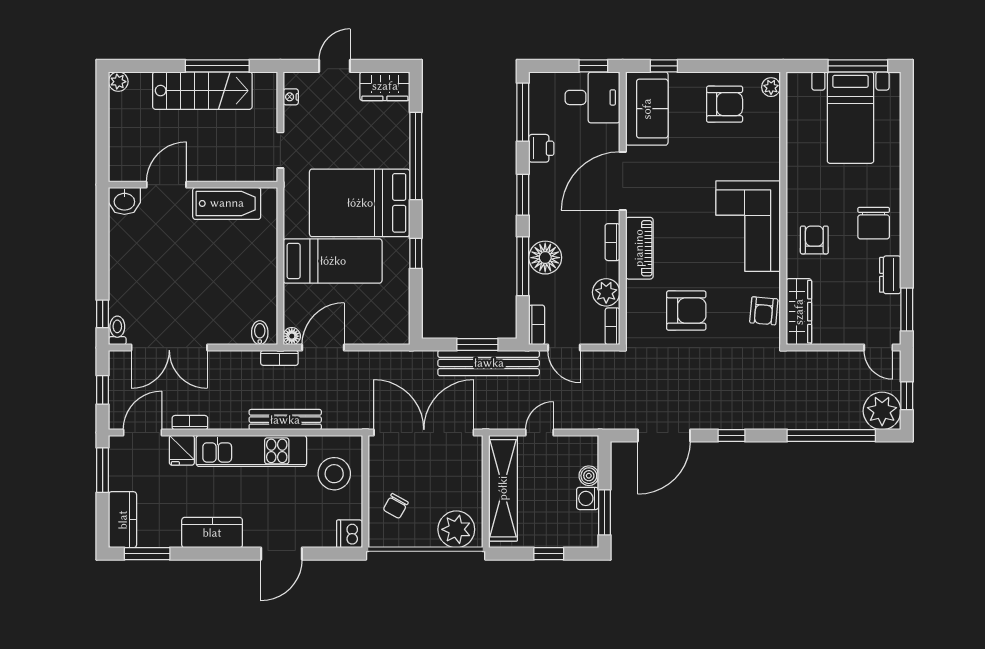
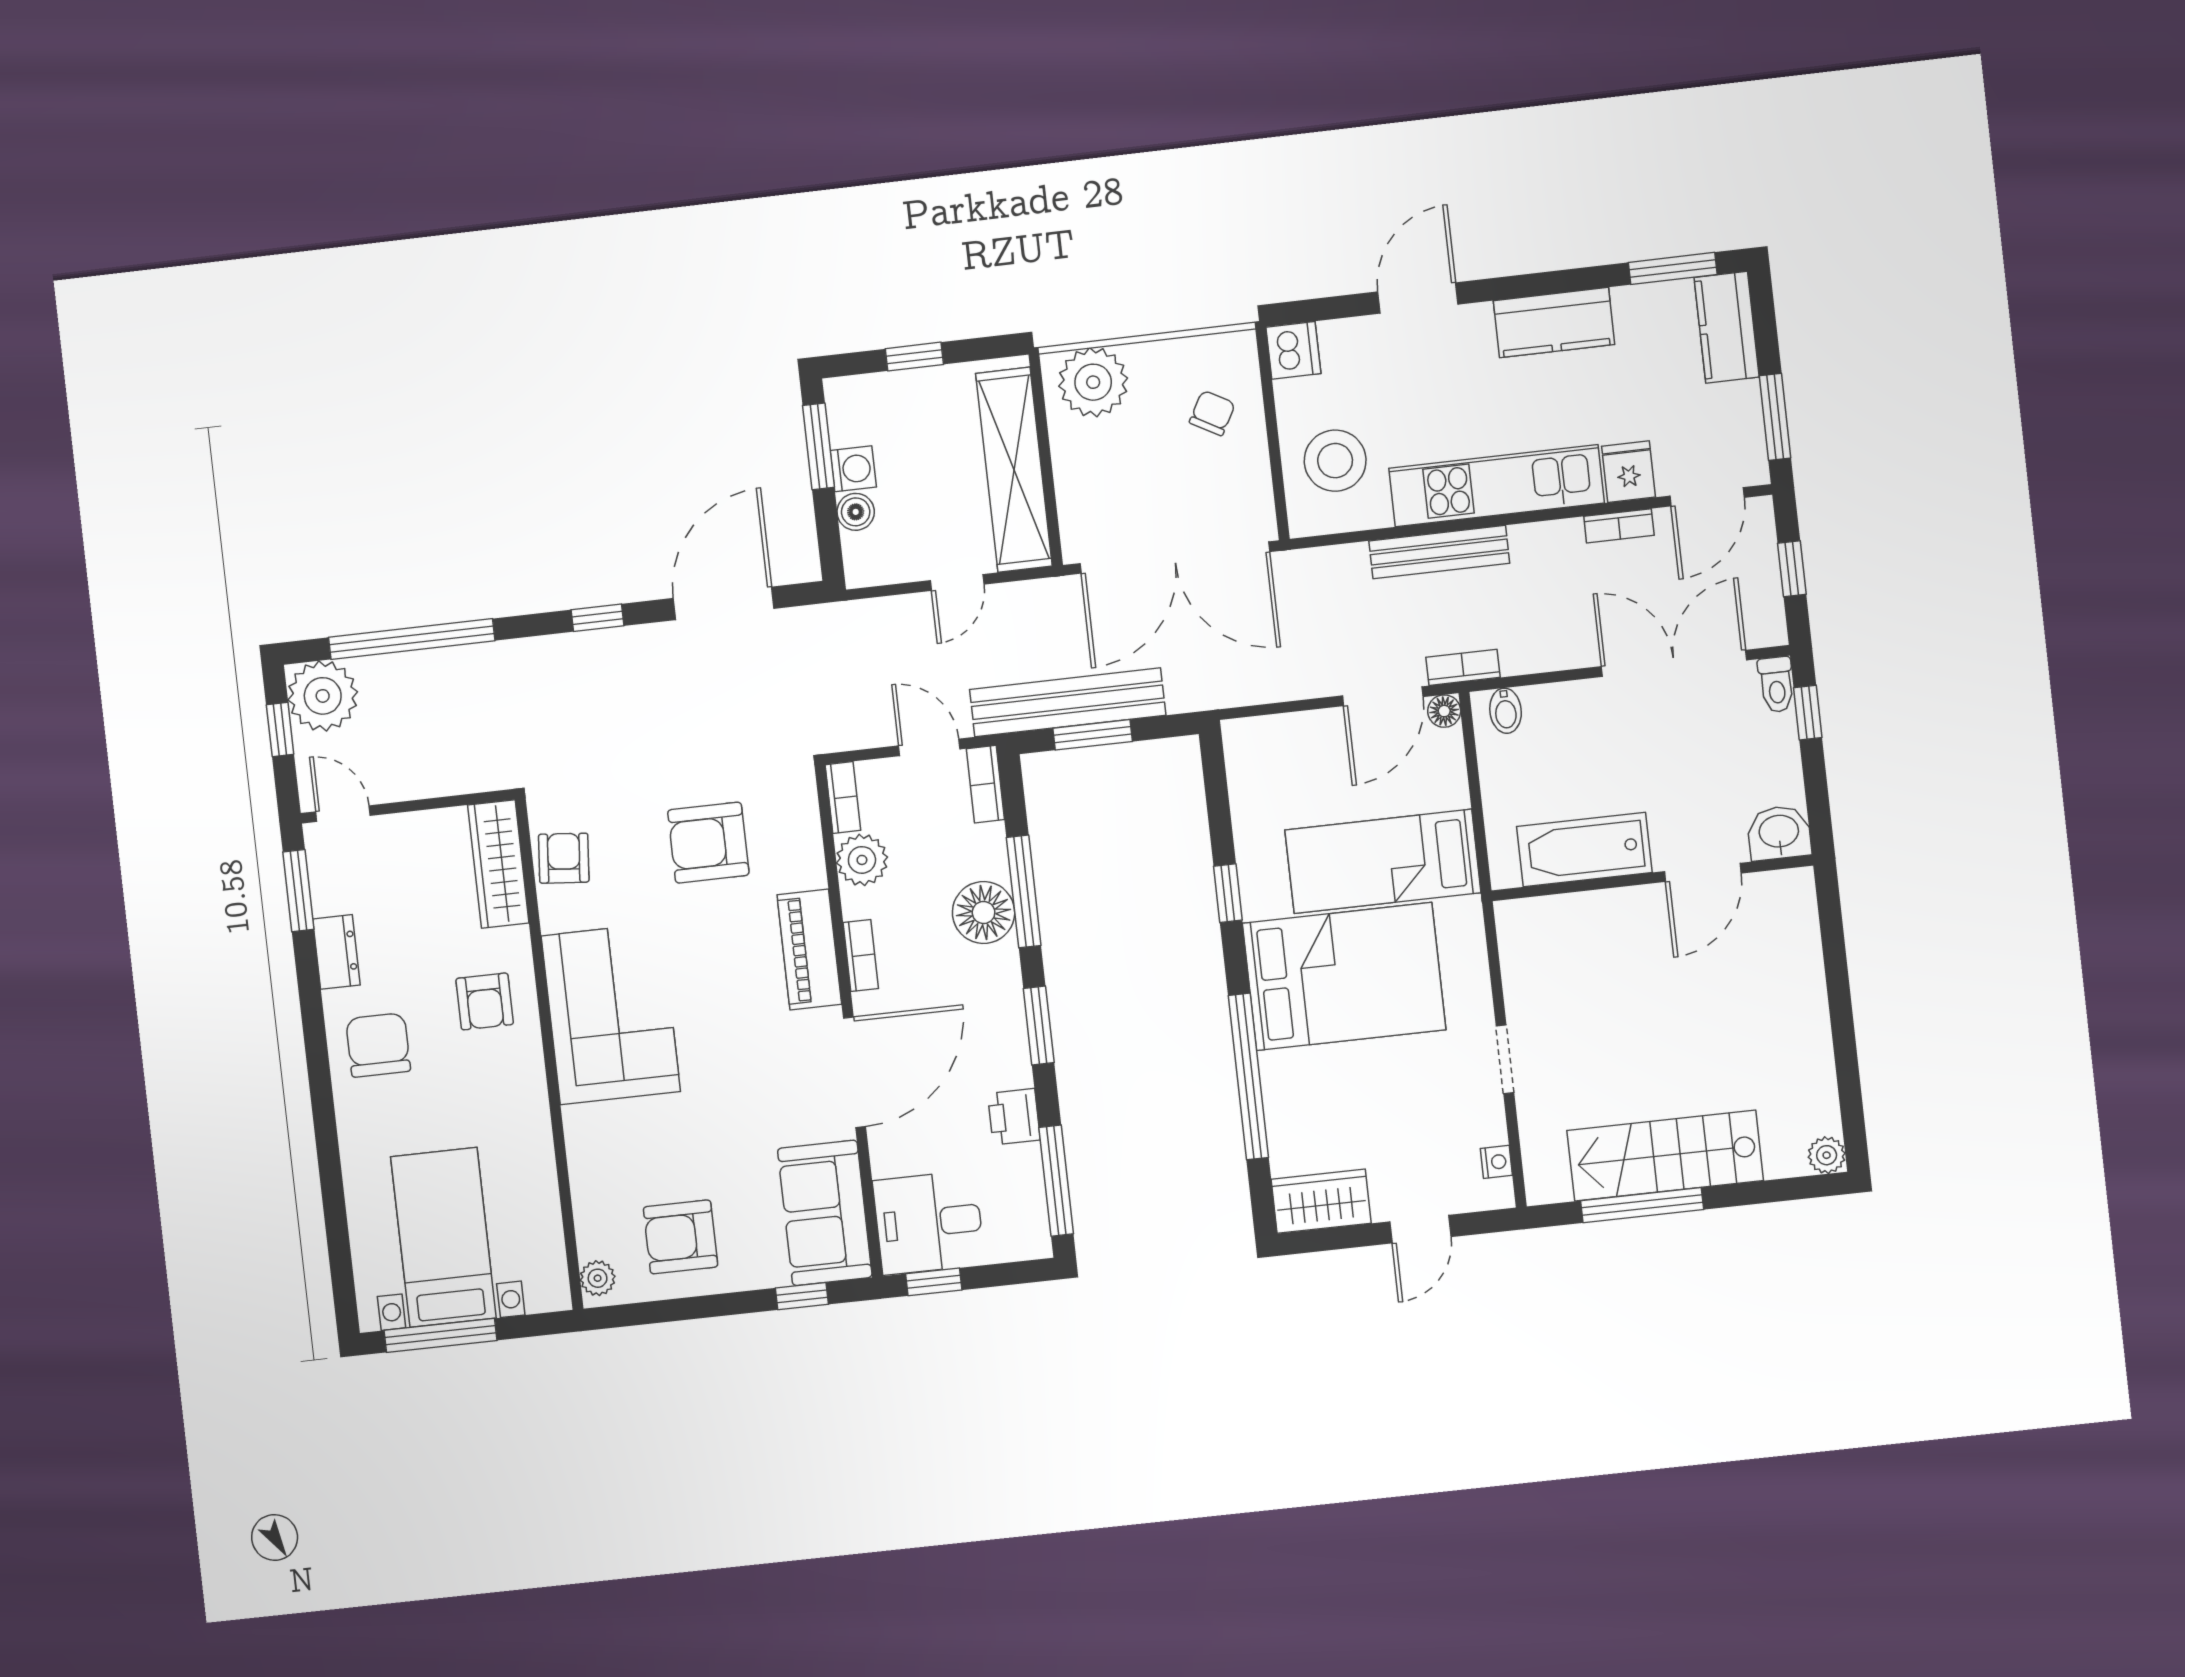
door: (166, 185) -> (1703, 872), moved
wall: (193, 185) -> (1652, 878), moved
washbasin: (124, 201) -> (1779, 833), moved
bathtub: (227, 203) -> (1584, 850), moved

